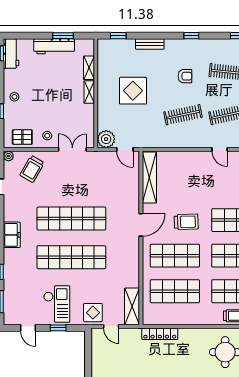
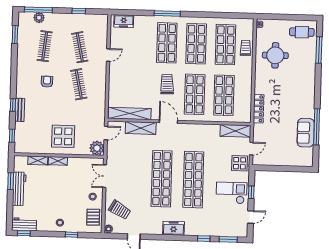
window: (191, 36) -> (13, 105), moved
display table: (133, 91) -> (63, 136), moved
shelving: (132, 191) -> (141, 128), added

